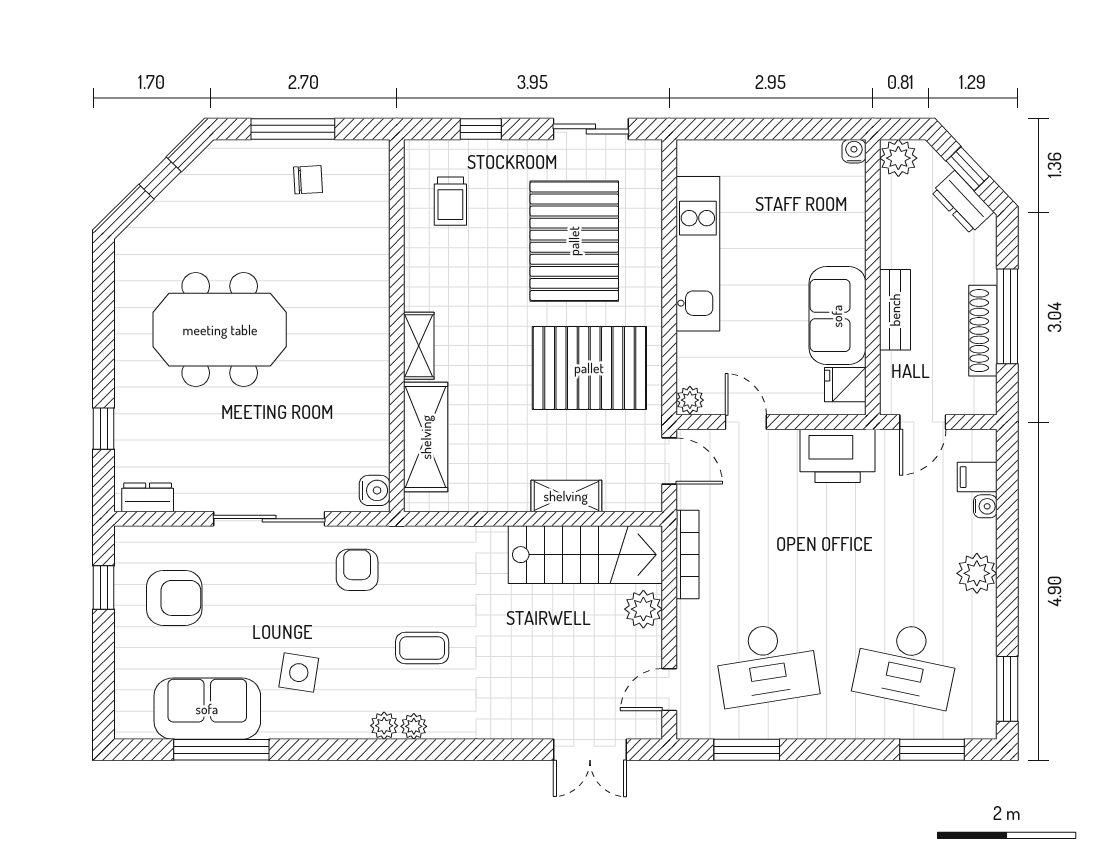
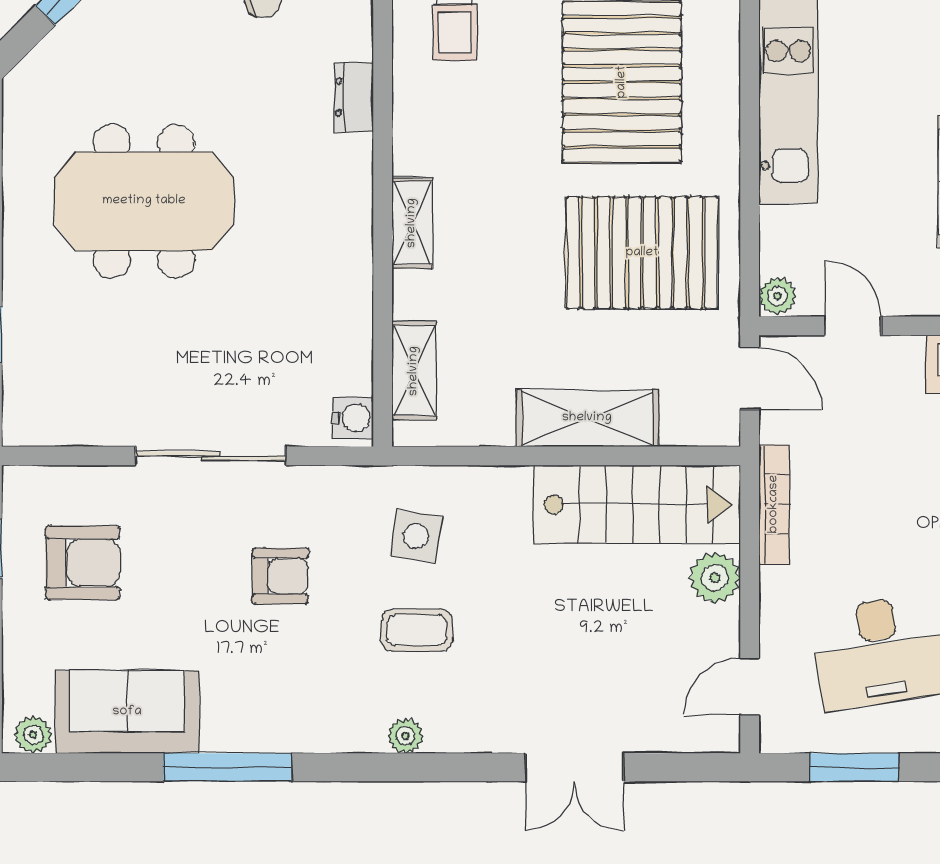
shelving: (426, 437) -> (414, 371), width x0.67, depth x0.75
shelving: (566, 496) -> (587, 418), width x1.50, depth x1.33
dresser: (148, 497) -> (354, 97), moved, turned -90
armchair: (357, 570) -> (280, 576), moved, turned 90
side table: (299, 673) -> (416, 536), moved
plant: (384, 726) -> (33, 735), moved
window: (221, 750) -> (227, 767), moved
double door: (590, 750) -> (574, 767), moved

